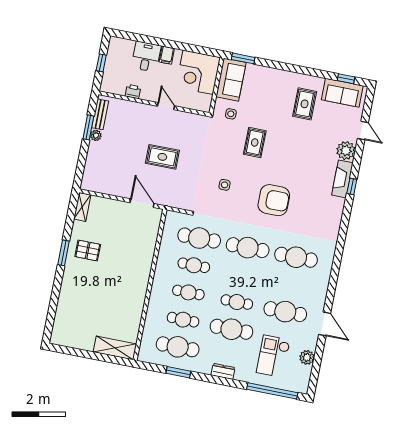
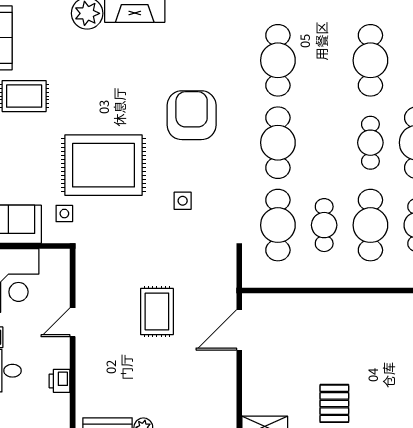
rug: (255, 142) -> (103, 165), width x1.86, depth x2.06
cafe table: (188, 292) -> (370, 225), width x1.37, depth x1.35

